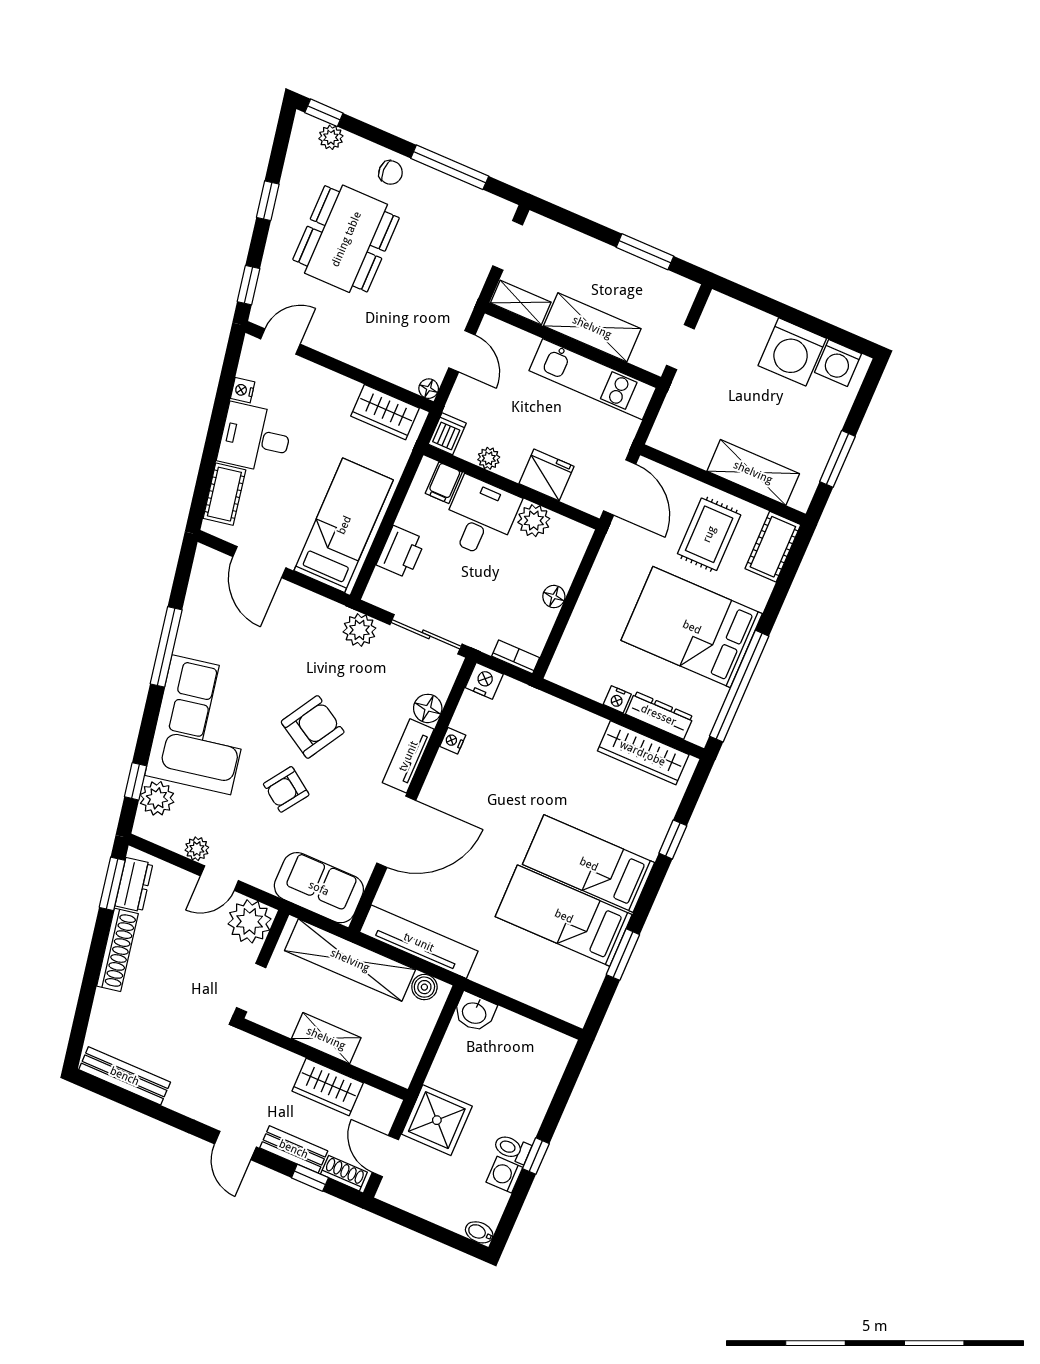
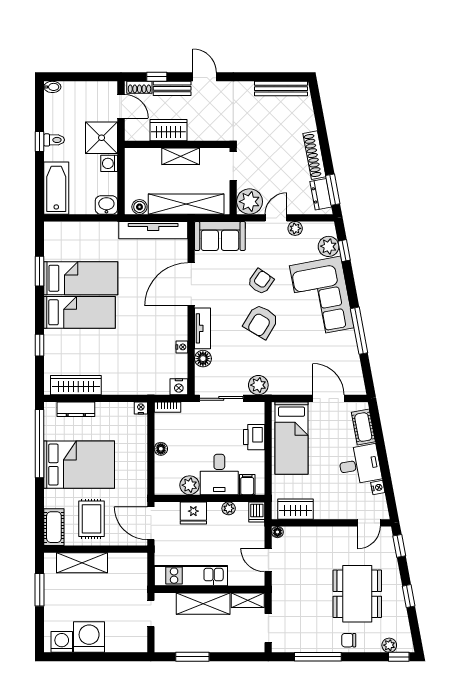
nightstand: (617, 699) -> (141, 408), moved
bathtub: (541, 1072) -> (56, 188), added
washing machine: (504, 1175) -> (109, 163), moved, turned 180

